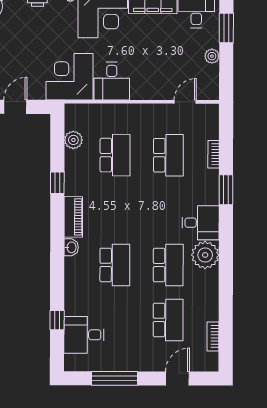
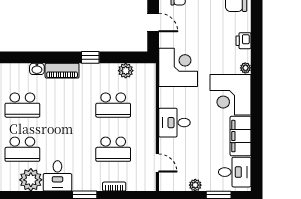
desk: (112, 81) -> (174, 123), moved

